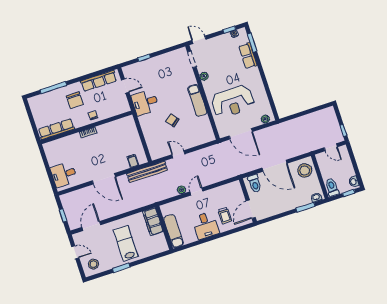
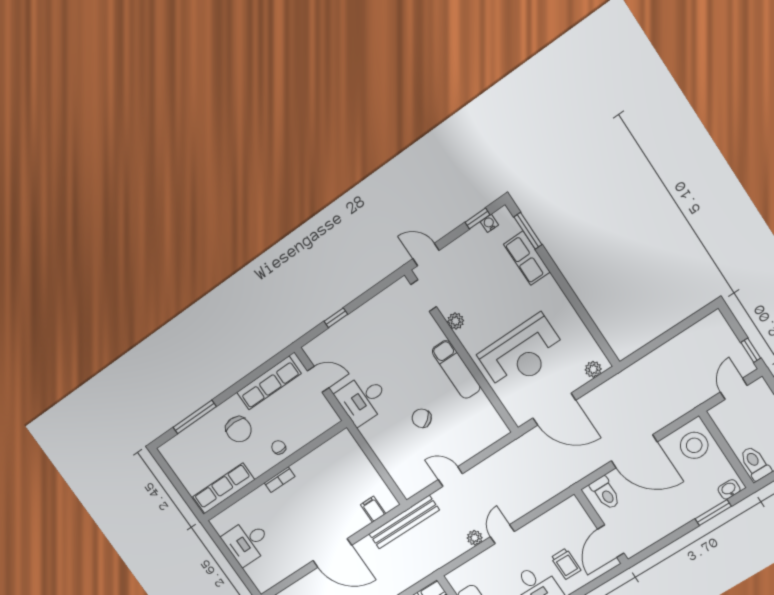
door: (331, 147) -> (734, 389), swing flipped
desk: (64, 174) -> (247, 542), moved

